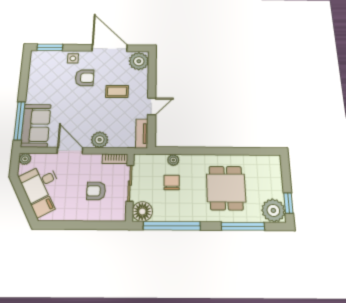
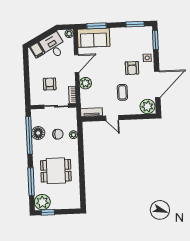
window: (25, 71) -> (135, 24), added
window: (19, 121) -> (97, 26), width x0.69
floor lamp: (142, 211) -> (38, 133), moved

